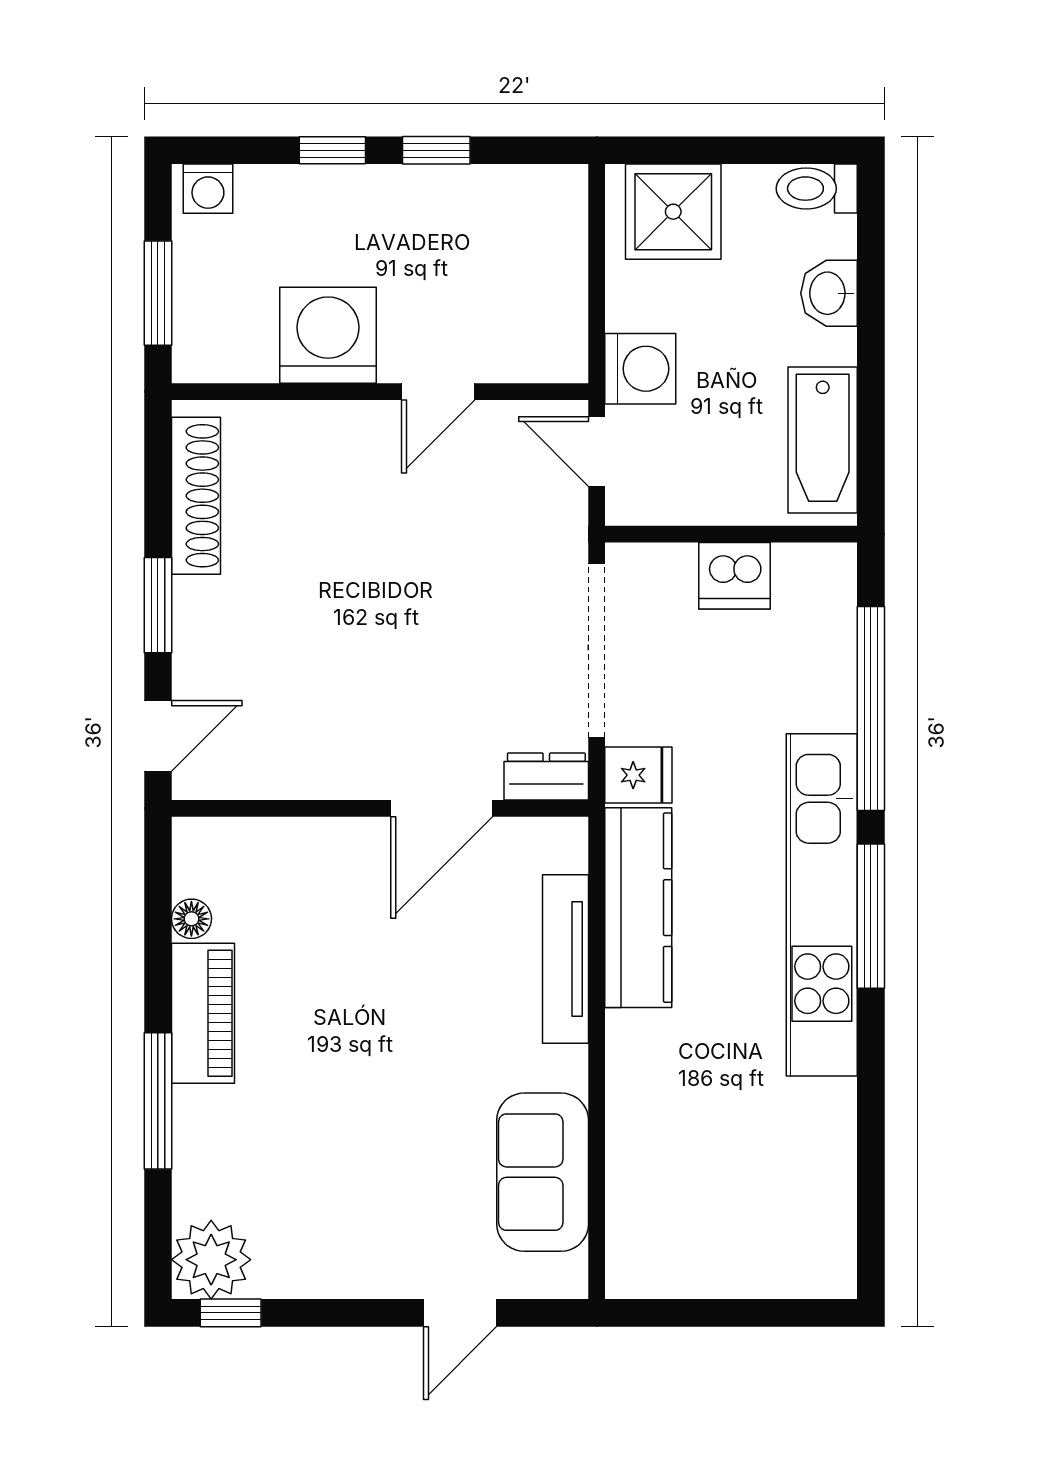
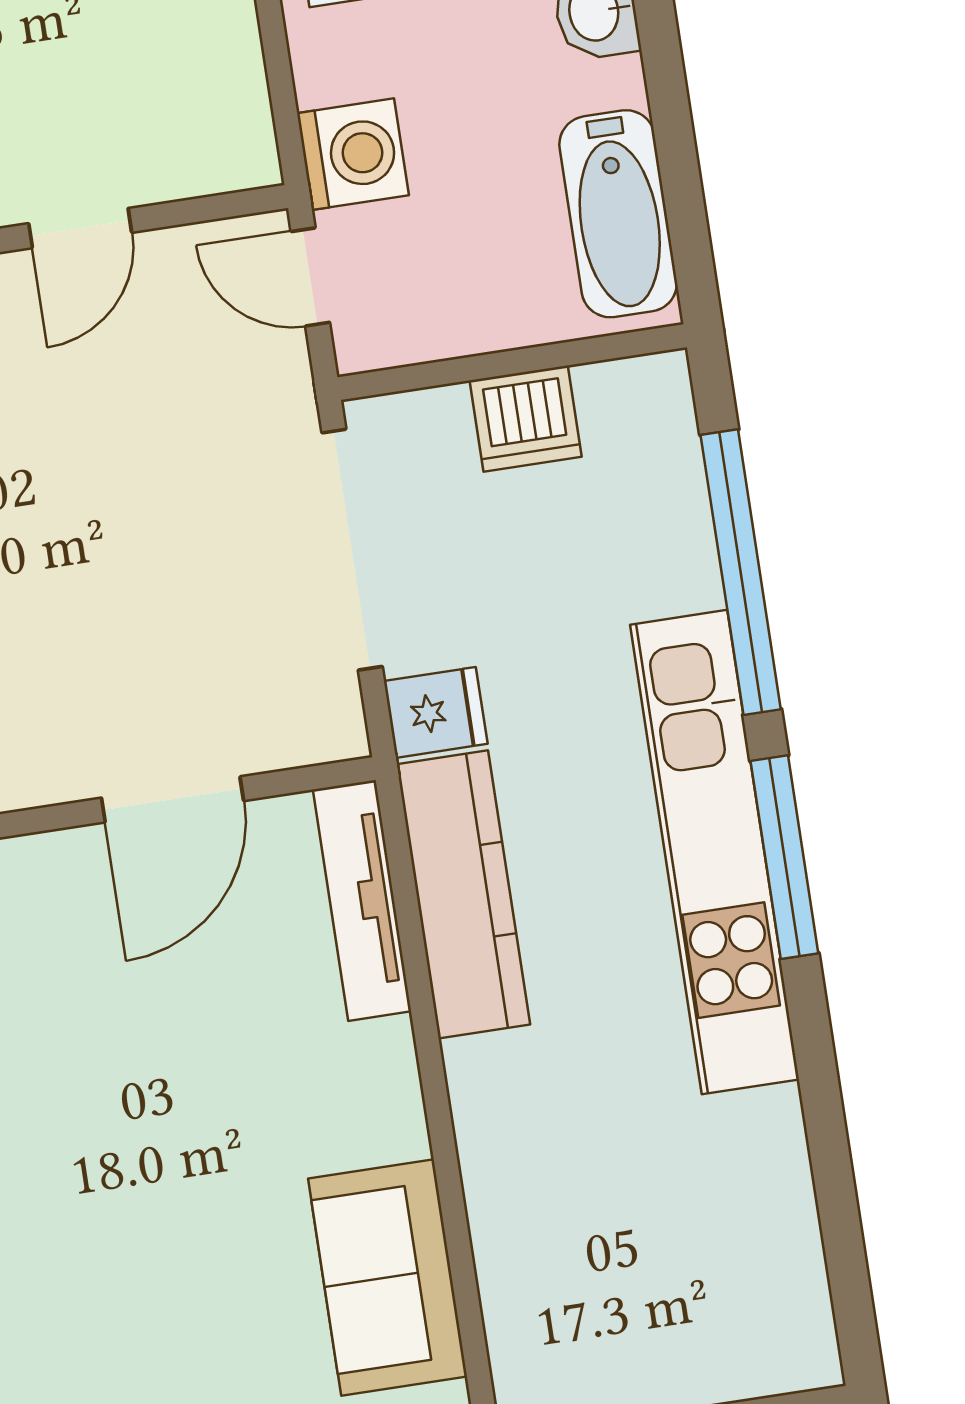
dresser: (546, 776) -> (310, 734), removed
tv unit: (566, 959) -> (362, 900), moved

